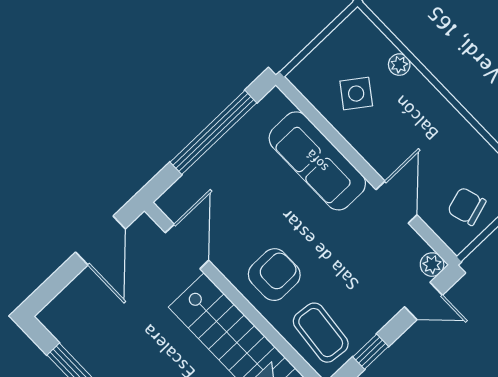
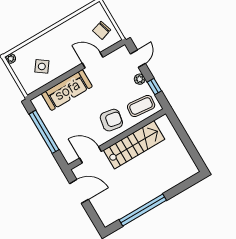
plant: (399, 65) -> (11, 59), moved
plant: (432, 265) -> (140, 79), moved
armchair: (274, 275) -> (111, 120), turned 100

